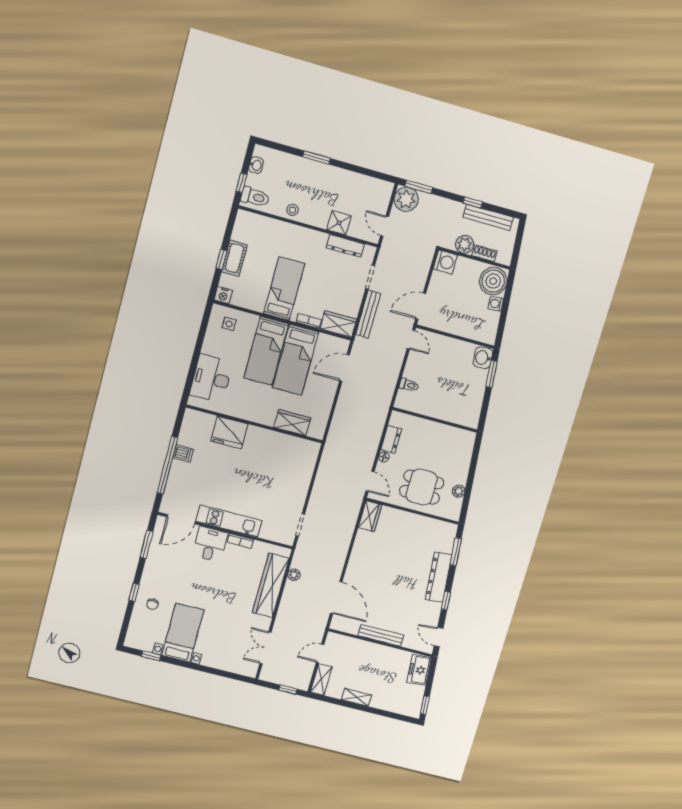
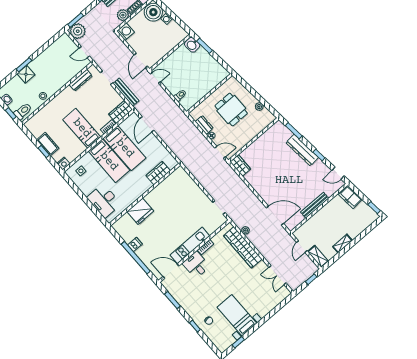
shower: (339, 223) -> (26, 74), moved
dining table: (422, 487) -> (231, 110), moved, turned 90
door: (181, 519) -> (171, 271), swing flipped

